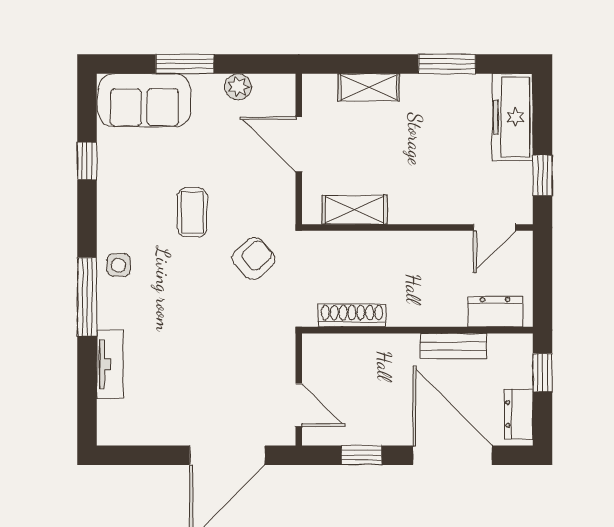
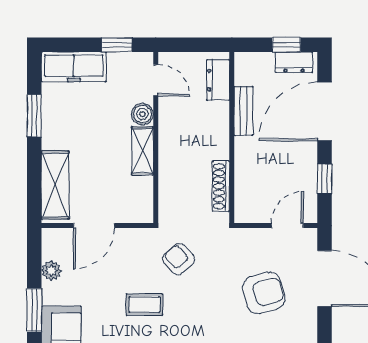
shelving: (369, 87) -> (55, 185), width x1.50, depth x1.33
shelving: (355, 210) -> (142, 151), moved
boiler: (449, 210) -> (142, 114), added
armchair: (208, 373) -> (264, 293), added
window: (542, 373) -> (286, 45), moved

